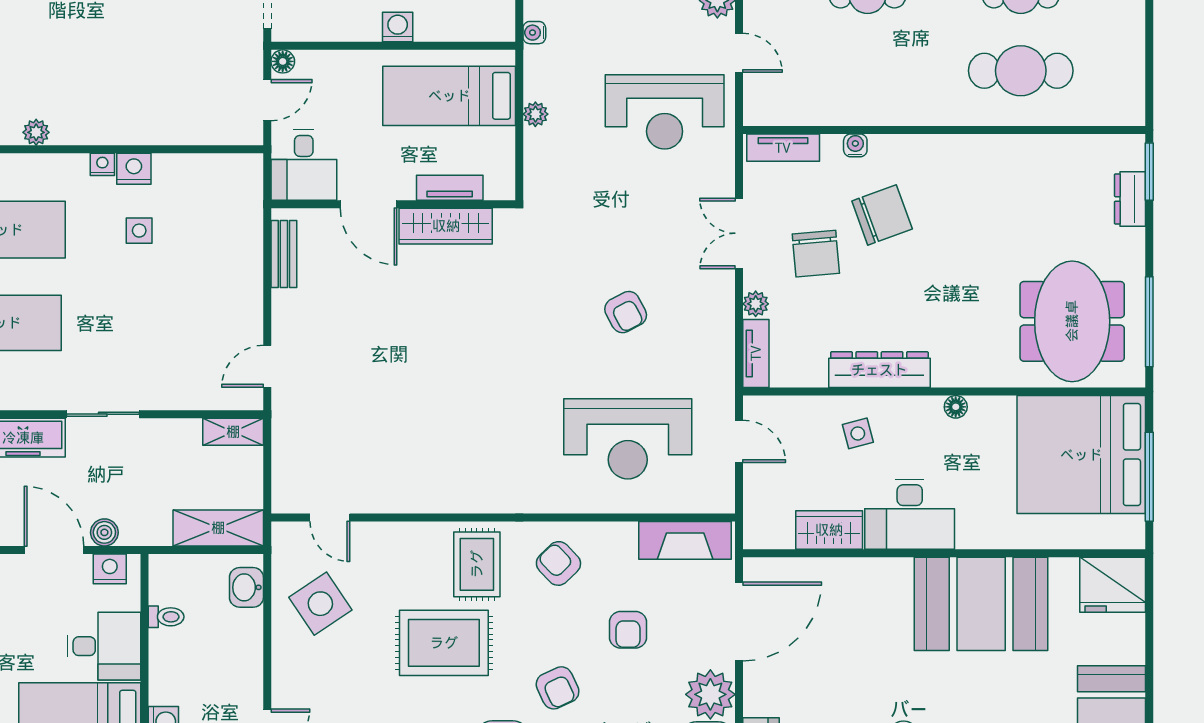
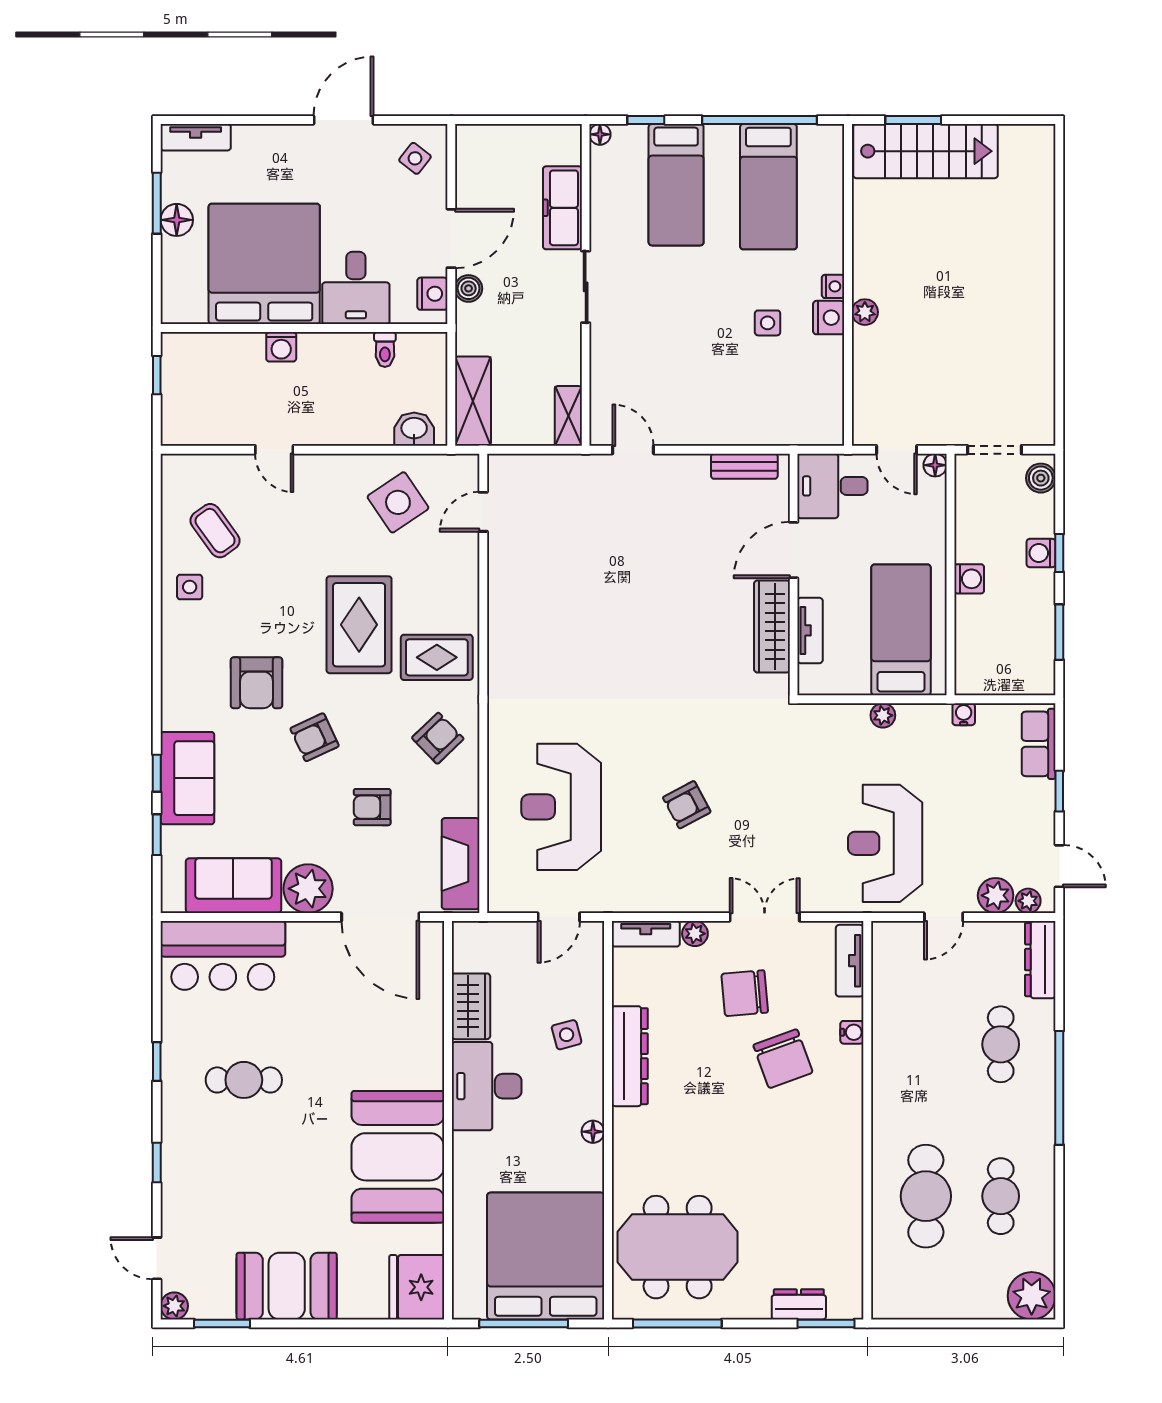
plant: (36, 132) -> (865, 312), moved

